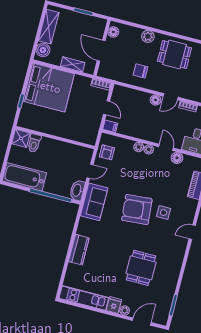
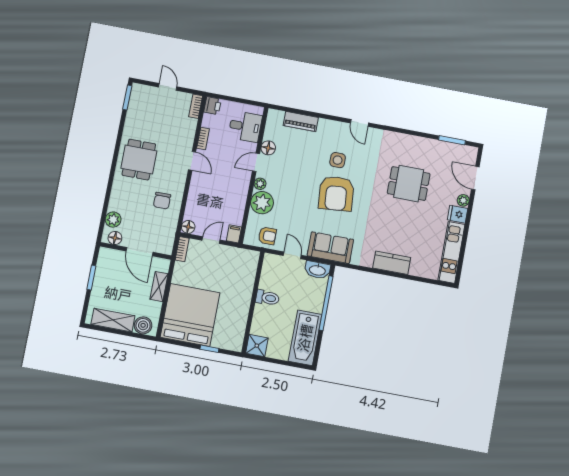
plant: (148, 36) -> (113, 220), moved
door: (101, 51) -> (140, 252), hinge flipped
floor lamp: (156, 100) -> (188, 227), moved
toilet: (34, 143) -> (267, 298), moved
plant: (139, 147) -> (262, 203), width x1.87, depth x1.87

